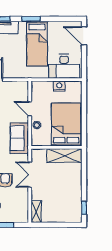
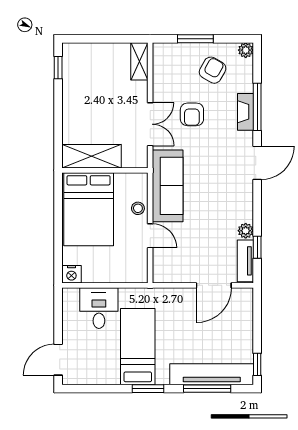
door: (84, 36) -> (58, 360), swing flipped
desk: (64, 66) -> (99, 308), width x0.73
nightstand: (59, 86) -> (71, 274), moved
sofa: (19, 138) -> (168, 186), width x1.36

